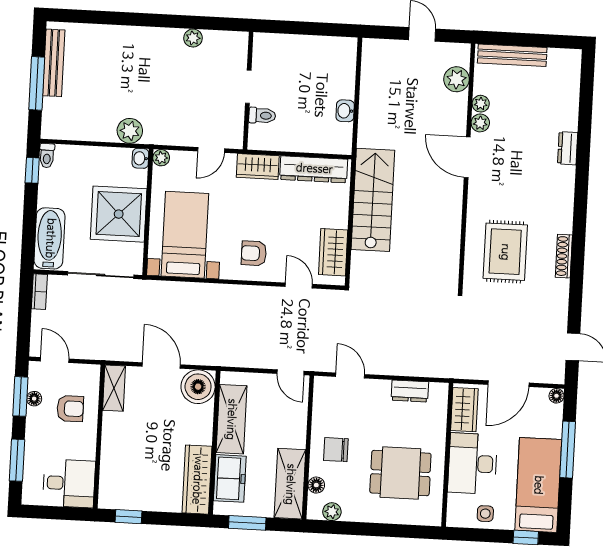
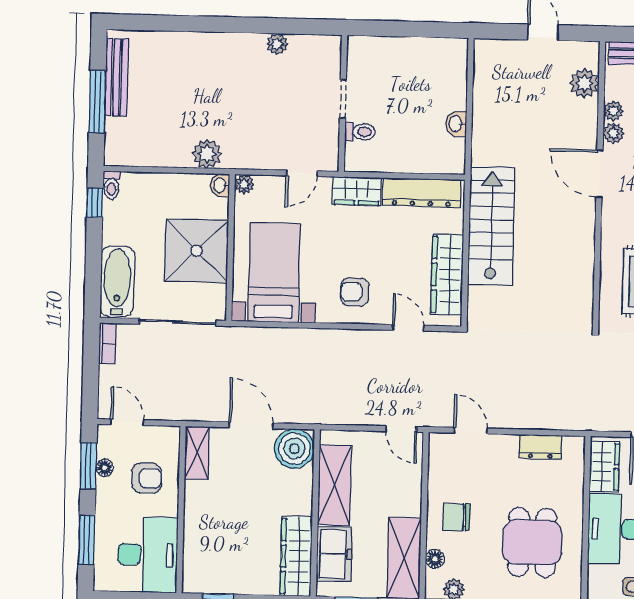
wardrobe: (333, 252) -> (447, 275), width x1.50
dining table: (400, 473) -> (532, 542), turned 90
desk: (69, 483) -> (148, 555), width x1.37

